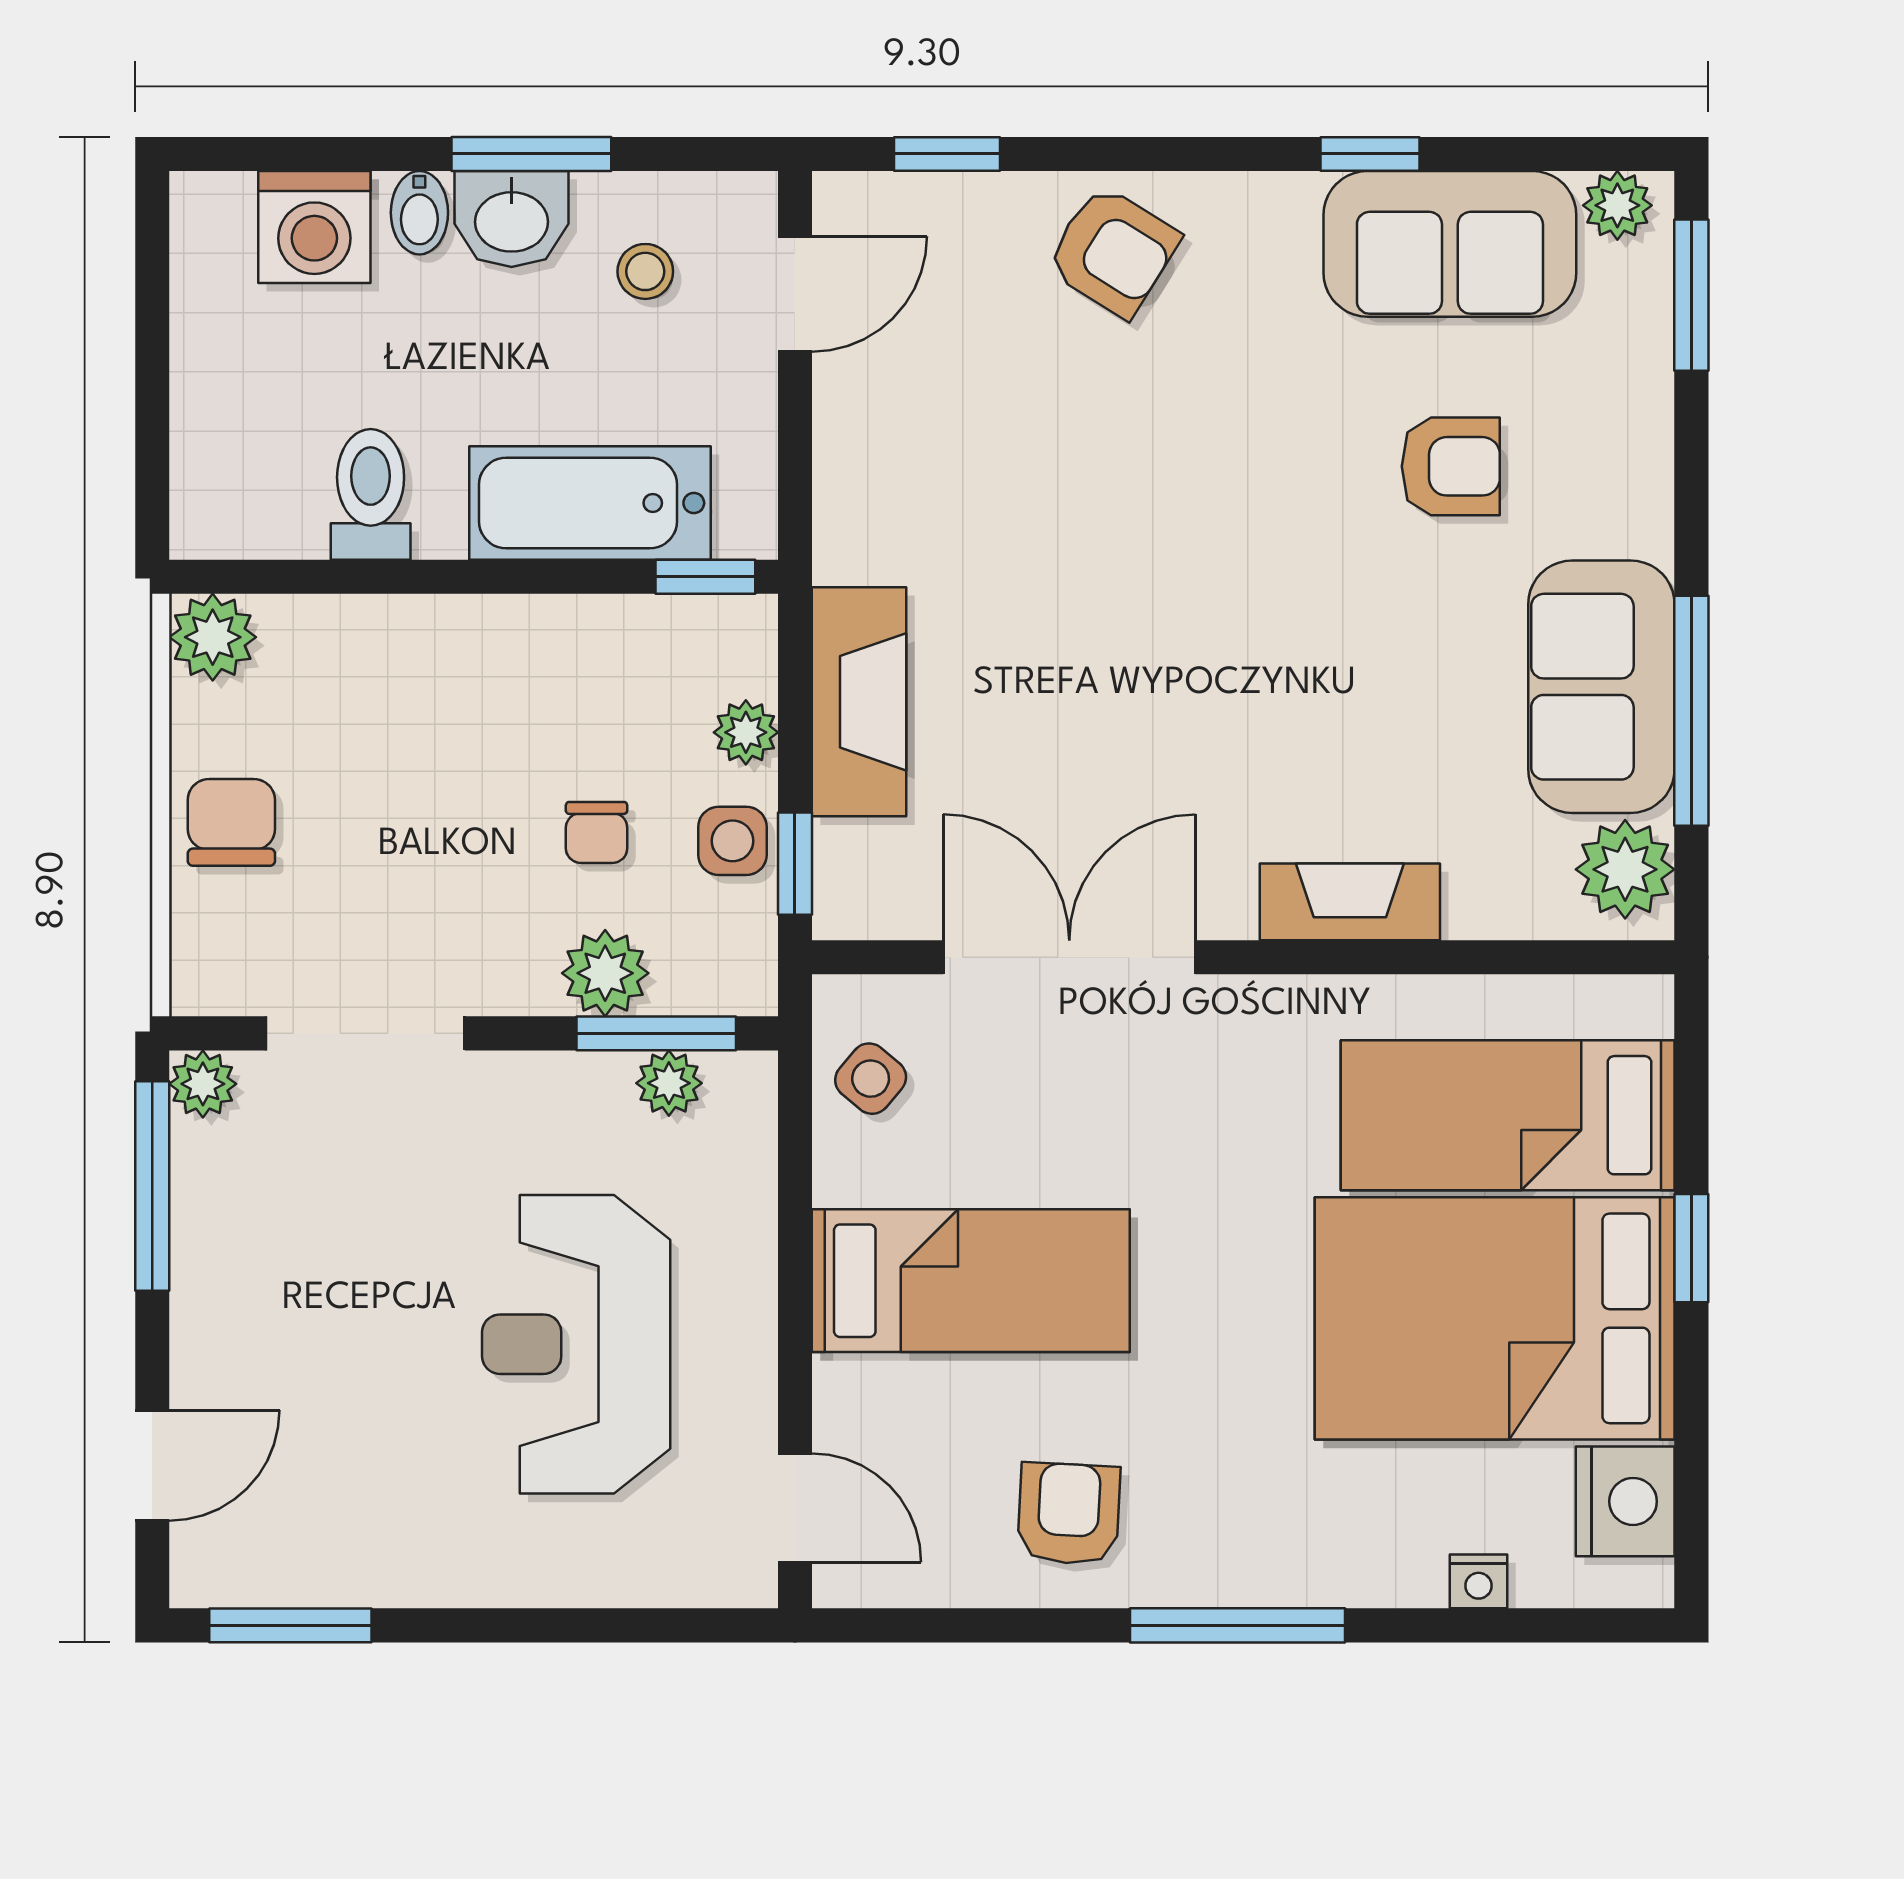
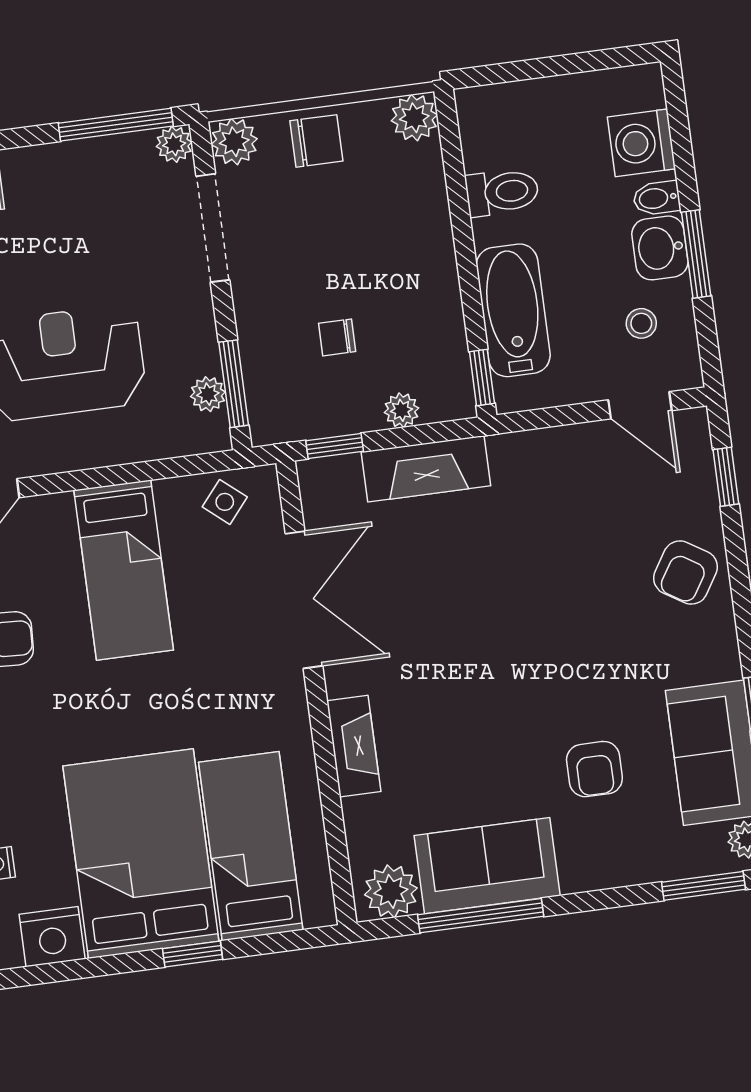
side table: (732, 841) -> (342, 411), removed
plant: (605, 973) -> (234, 142), moved

